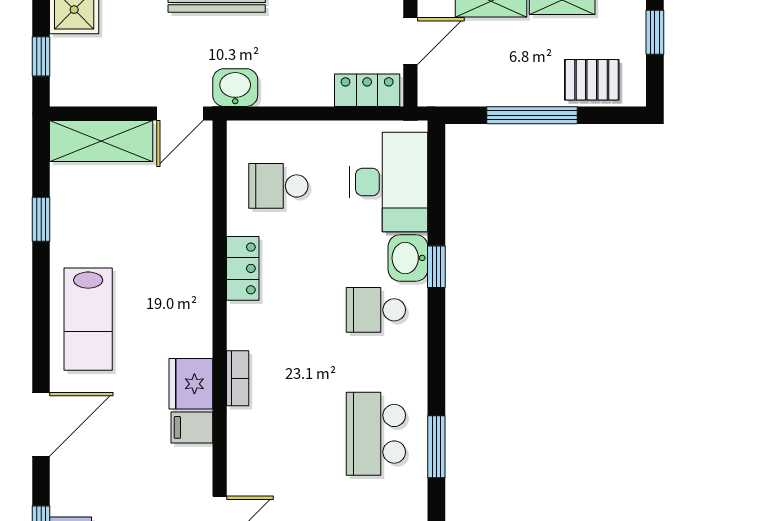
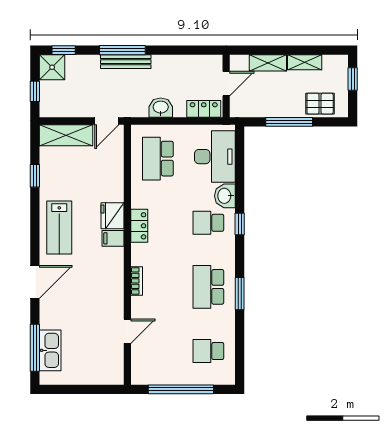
washbasin: (235, 88) -> (161, 108), moved
school desk: (278, 186) -> (158, 159), width x1.85
window: (436, 267) -> (240, 224), moved
locker: (243, 268) -> (139, 226), moved
bookcase: (238, 378) -> (137, 281), moved
fridge: (191, 384) -> (113, 216), moved
filing cabinet: (192, 427) -> (113, 238), moved

